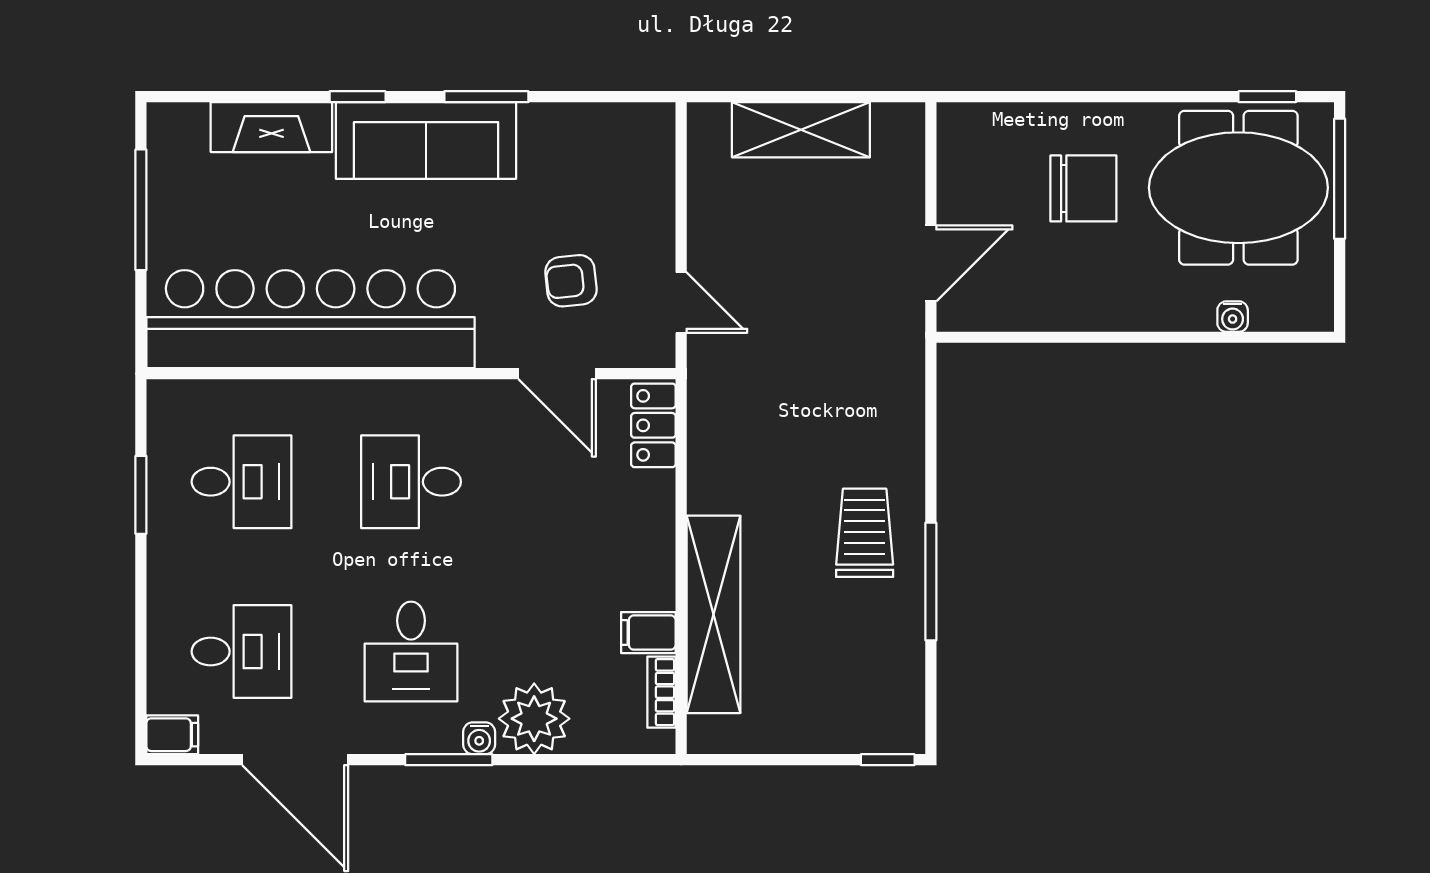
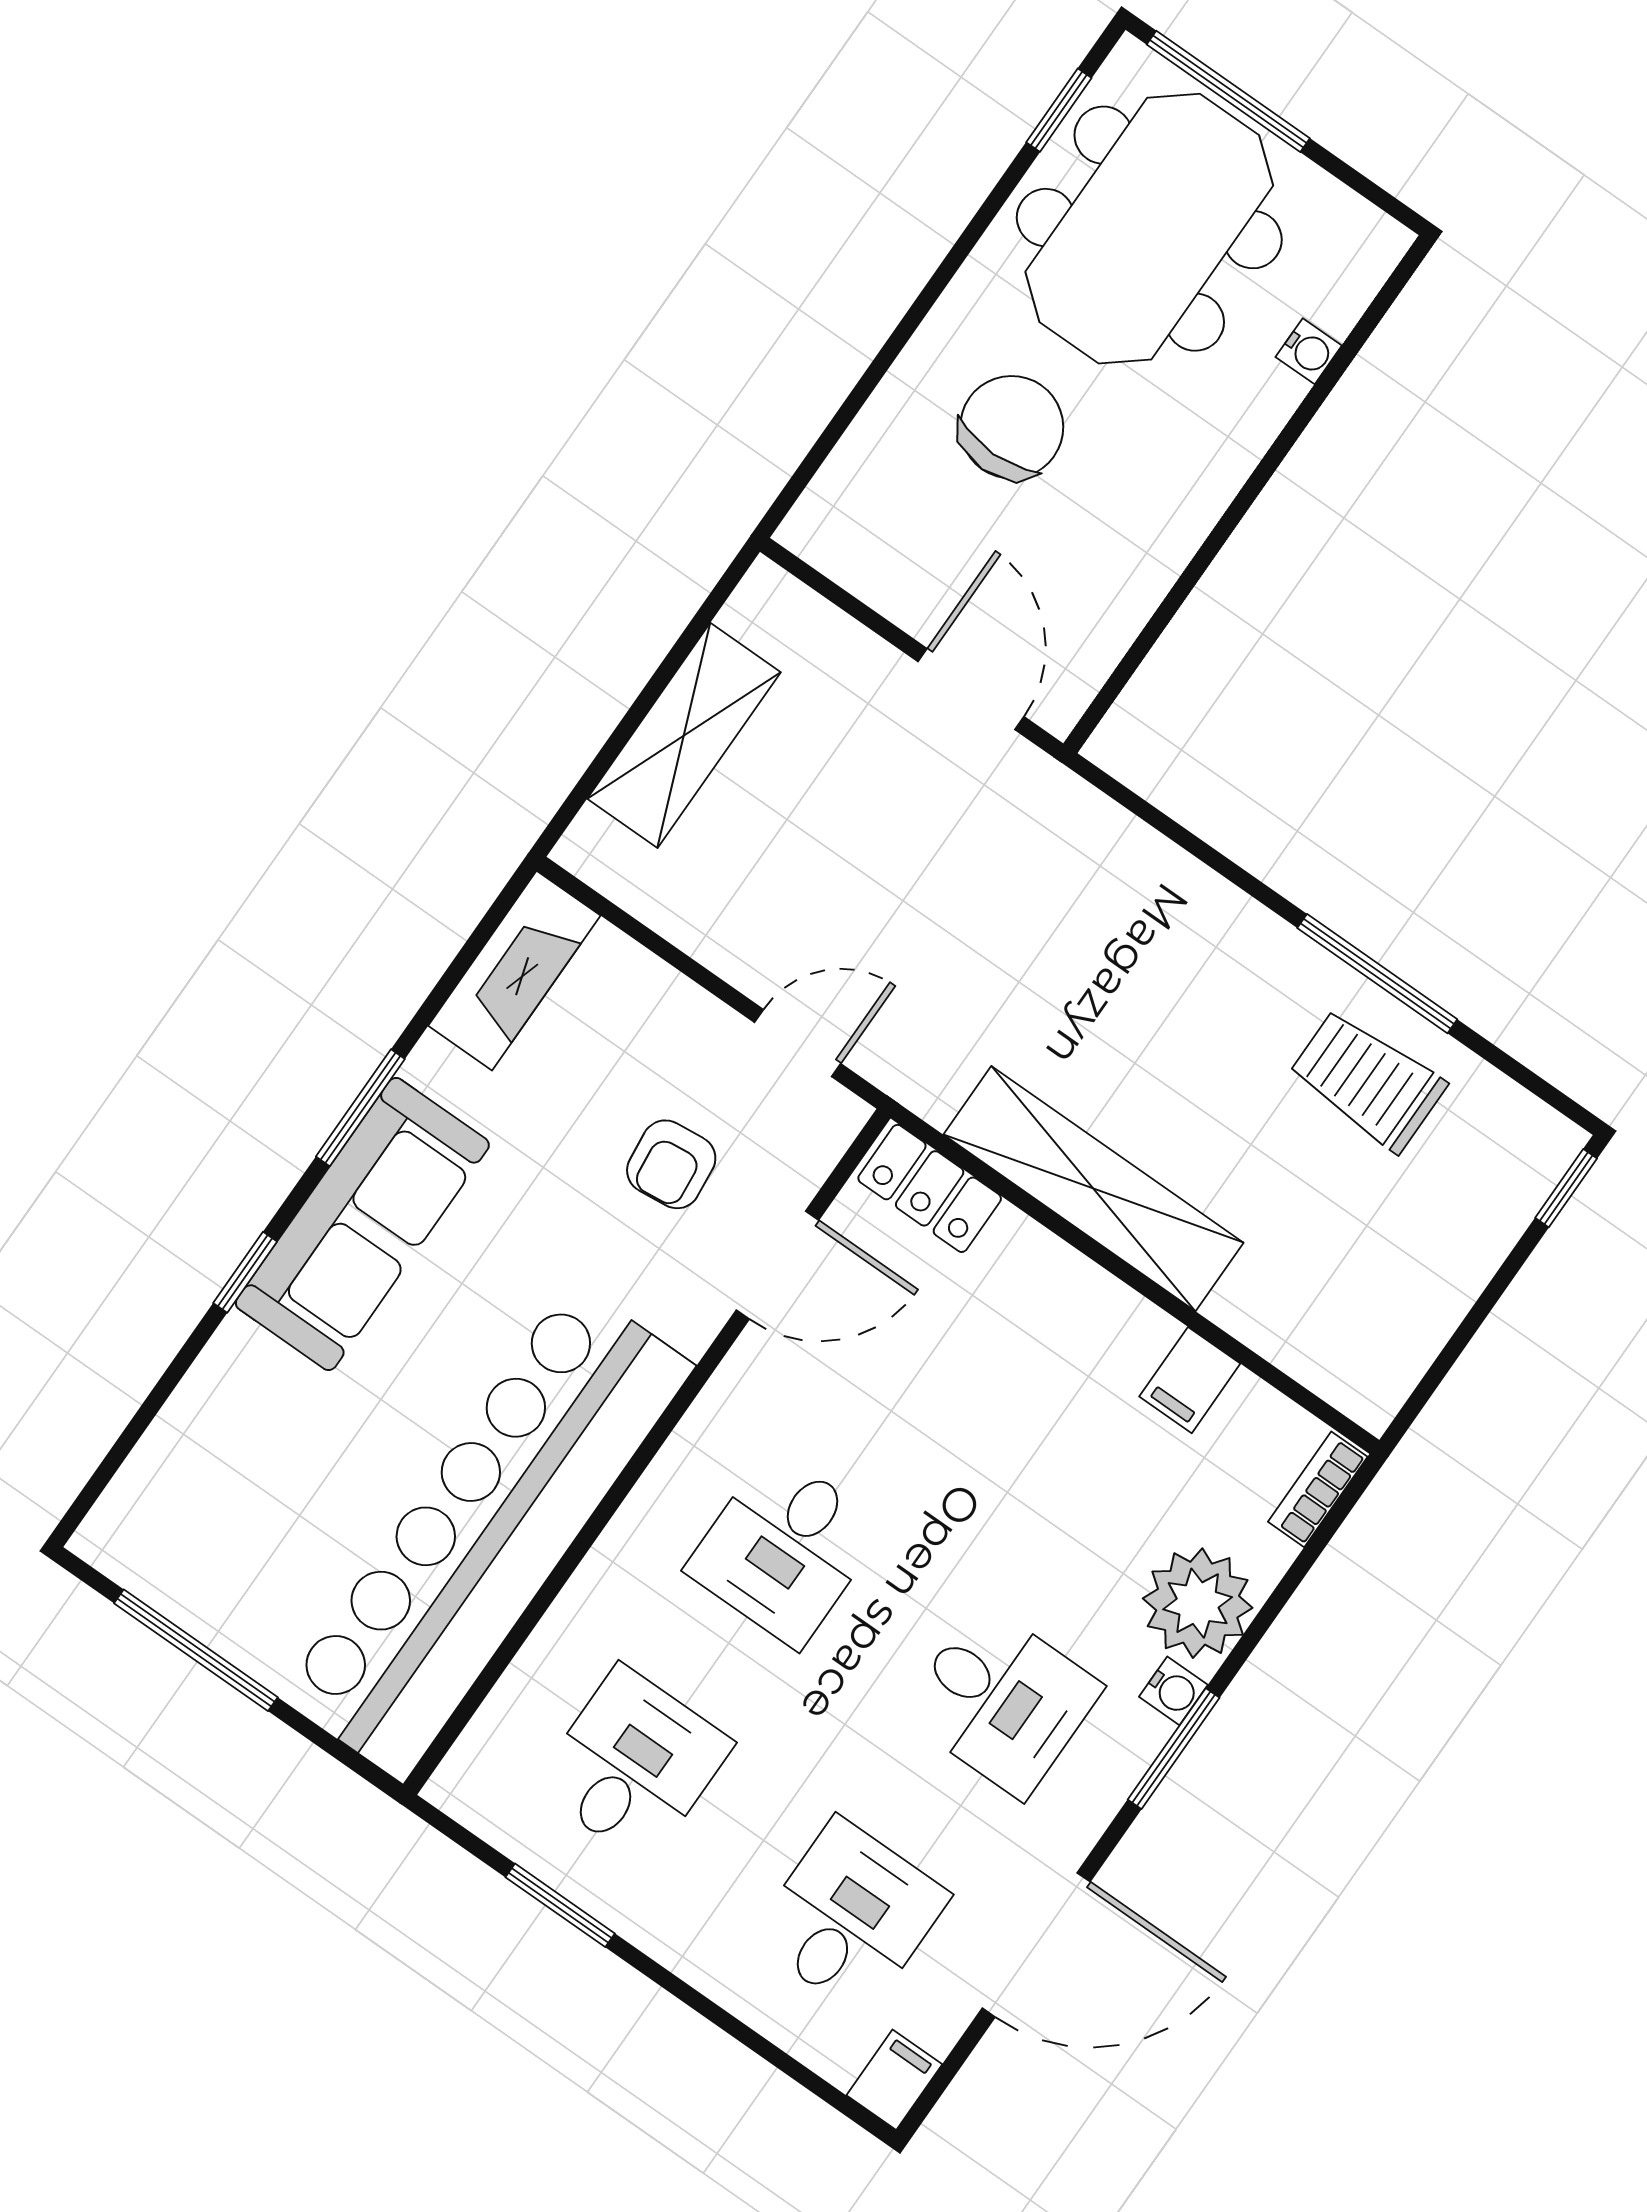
fireplace: (271, 127) -> (514, 971), moved
trolley: (865, 533) -> (1368, 1080), moved
shelving: (714, 614) -> (1093, 1189), moved
bookcase: (662, 692) -> (1318, 1489), moved, turned 90

